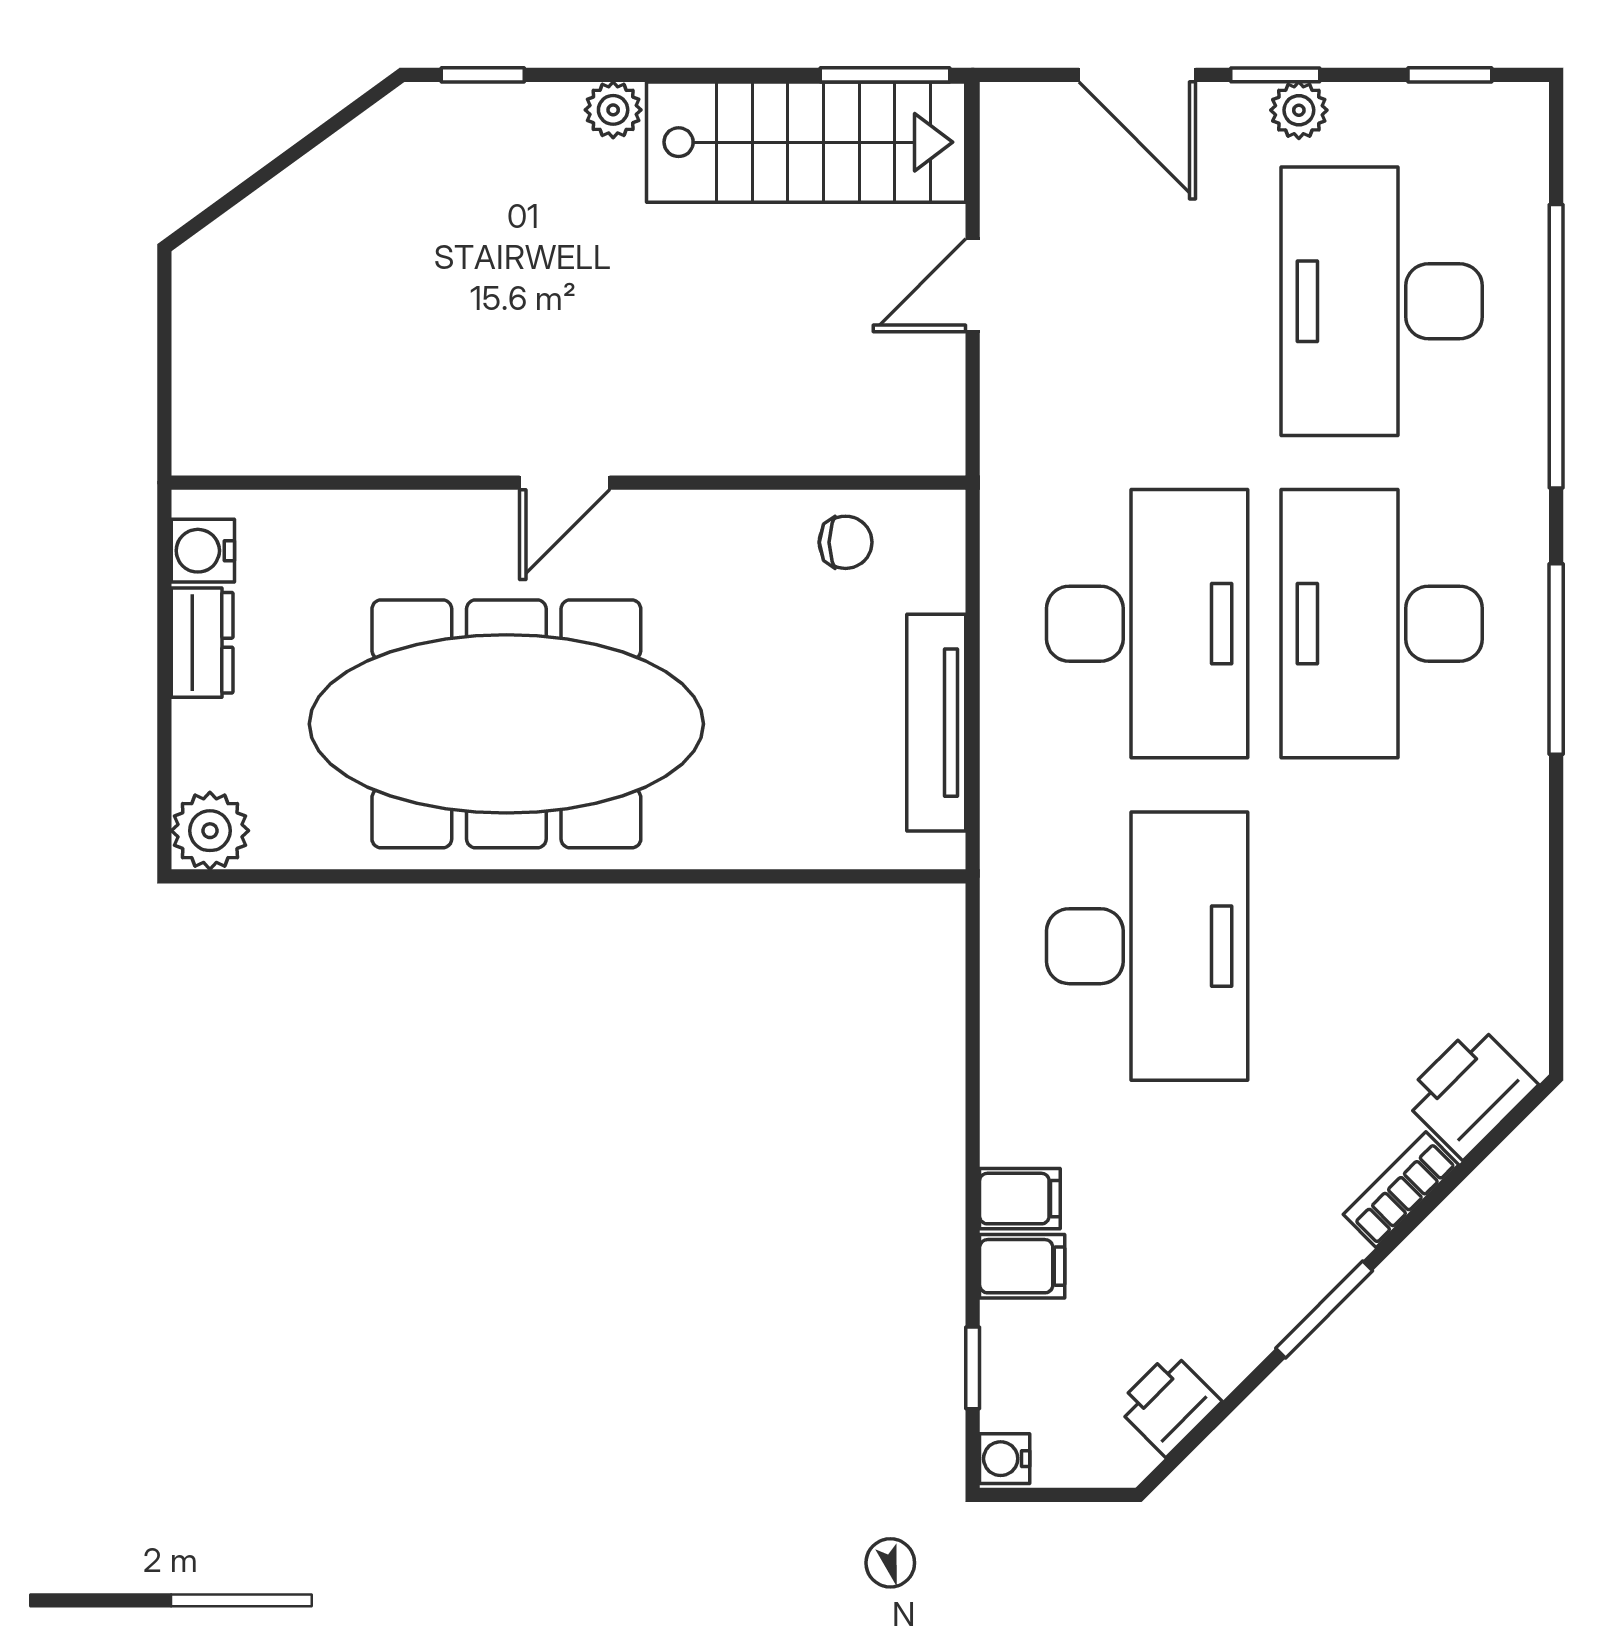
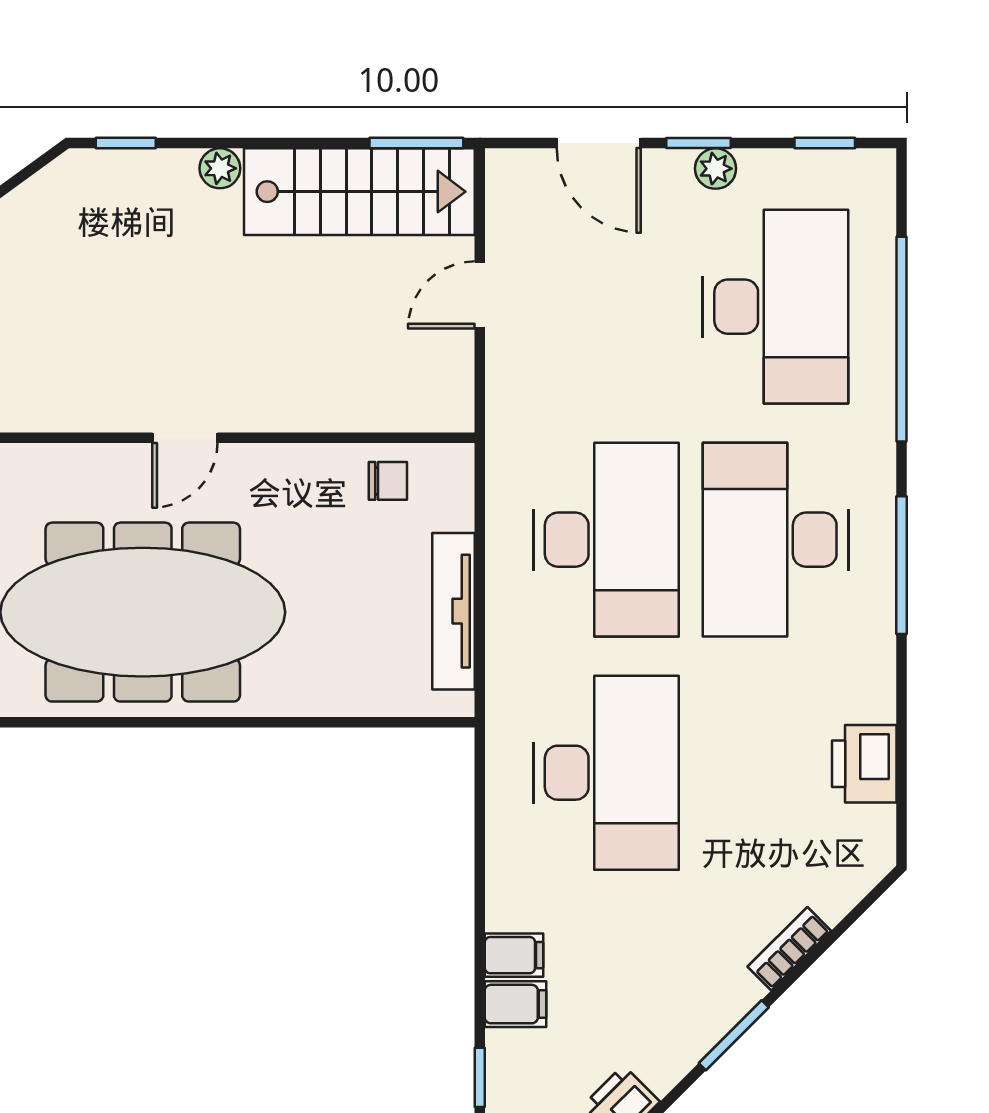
desk: (1382, 301) -> (775, 307), turned 180
printer: (1469, 1091) -> (864, 764), moved, turned -45

